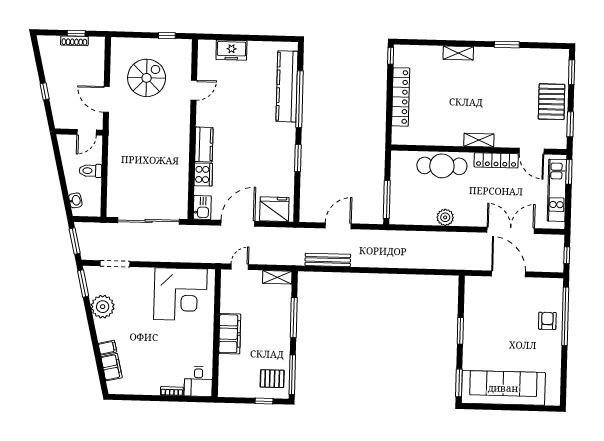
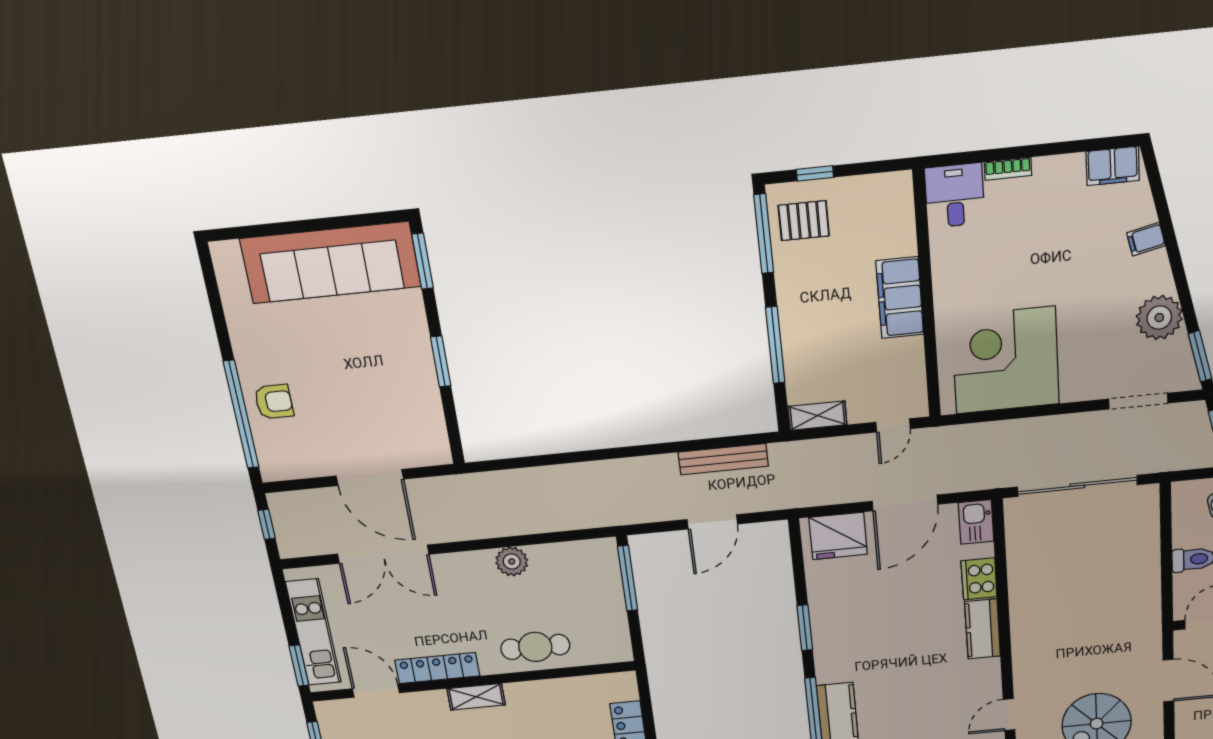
cafe table: (442, 166) -> (535, 647), width x0.73, depth x0.74
armchair: (547, 321) -> (274, 402), turned -90
filing cabinet: (111, 367) -> (1113, 166), moved, turned -77

